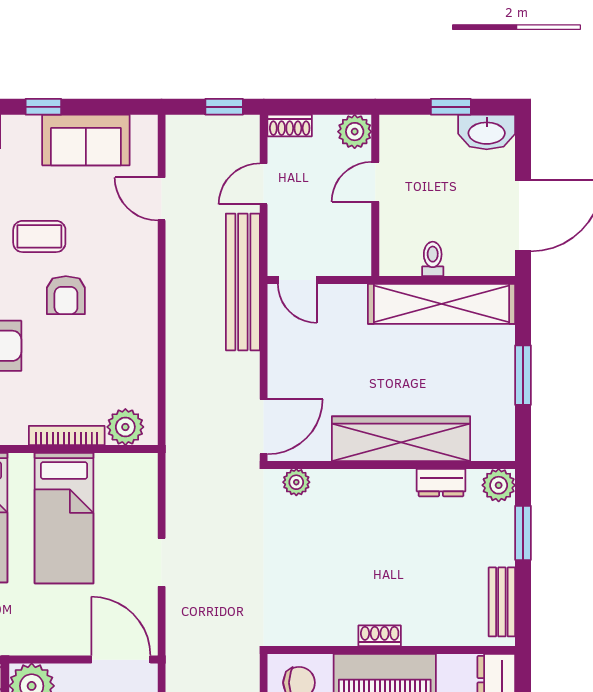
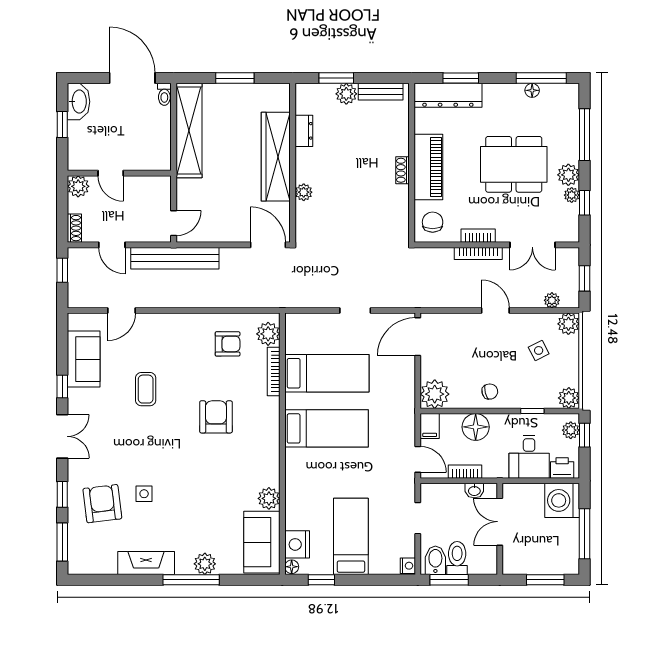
toilet: (433, 259) -> (164, 94), moved, turned -90
armchair: (66, 295) -> (228, 344), moved
plant: (296, 482) -> (304, 192), moved
plant: (499, 485) -> (346, 94), moved

